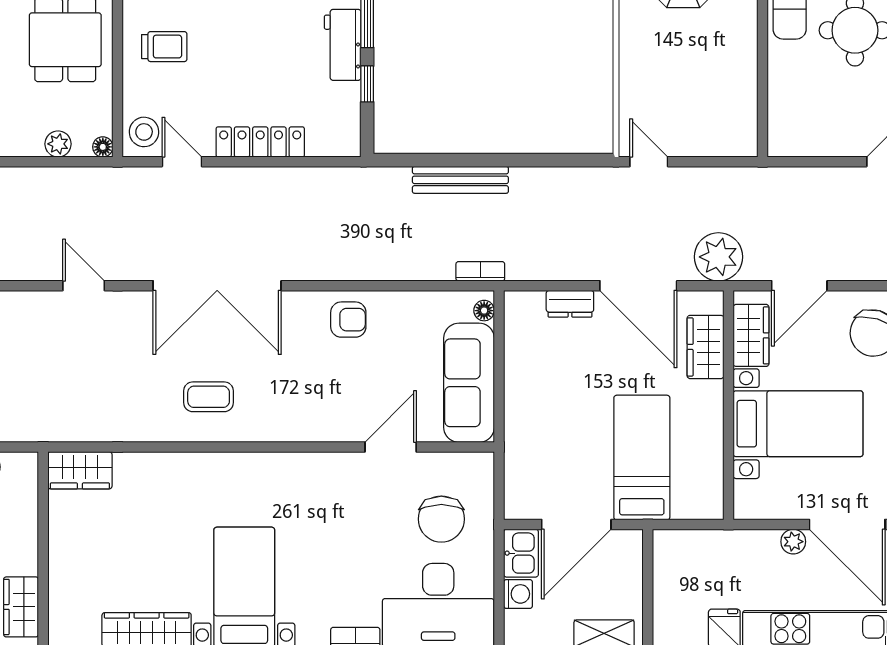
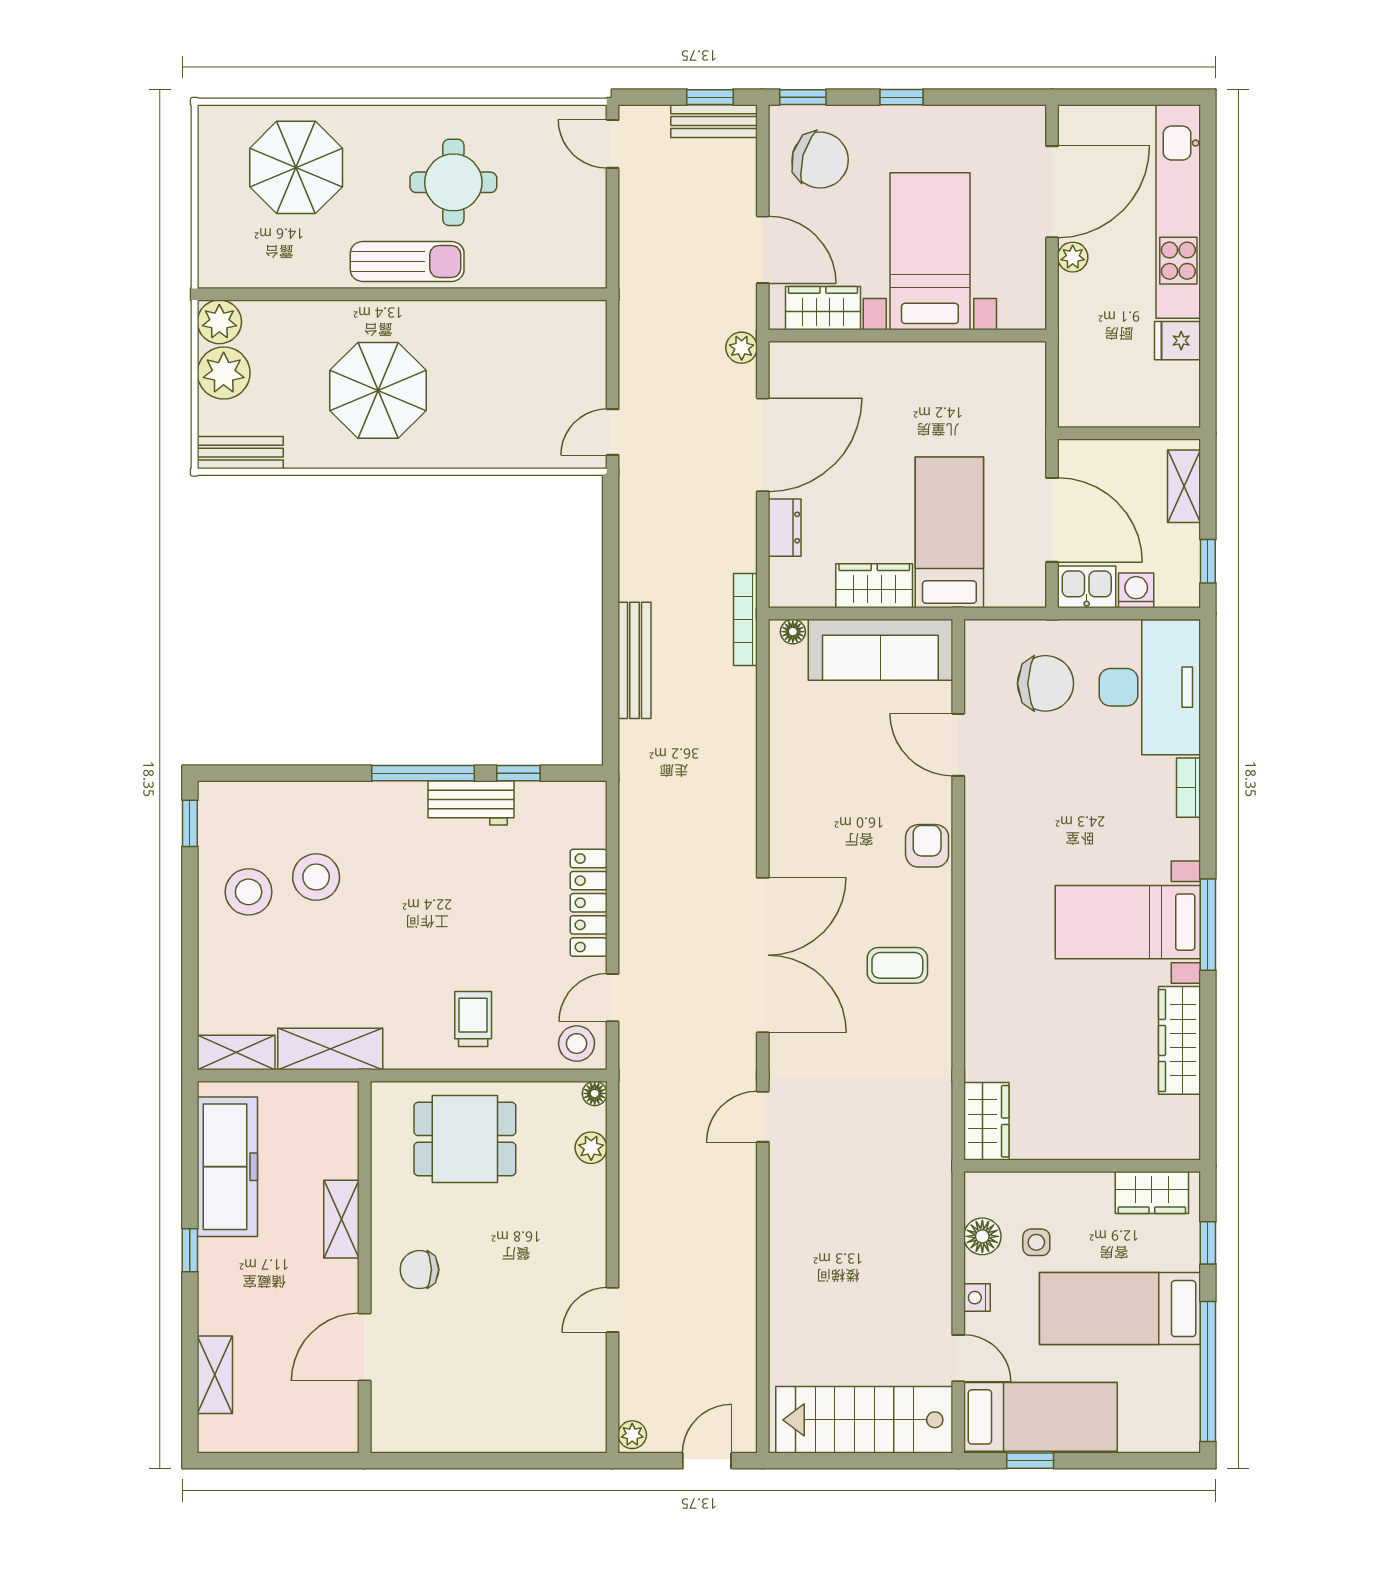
plant: (718, 257) -> (742, 348), width x0.53, depth x0.53
bookcase: (480, 271) -> (745, 620), width x1.56
armchair: (348, 320) -> (927, 846), moved
wardrobe: (706, 347) -> (874, 586), moved, turned 180
coffee table: (209, 397) -> (897, 965), turned 90
bed: (642, 458) -> (949, 532), moved, turned 90

